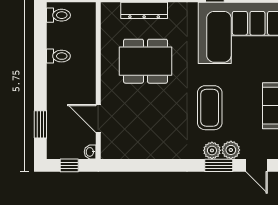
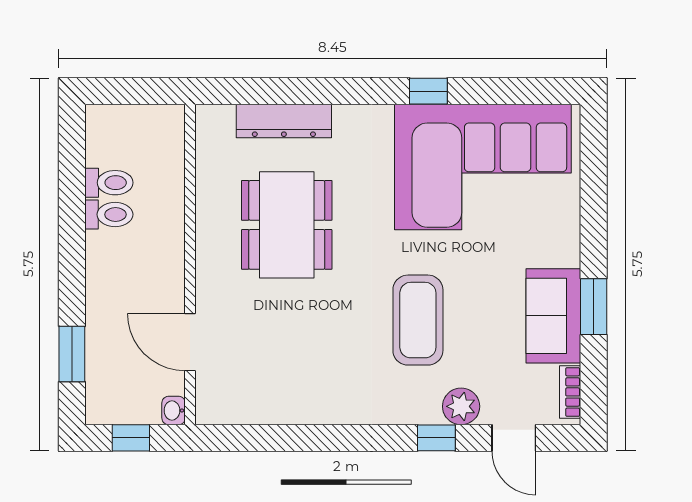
toilet: (58, 15) -> (109, 183), moved
dining table: (146, 61) -> (287, 225), turned 90
plant: (212, 150) -> (423, 407), removed
window: (219, 165) -> (436, 438), width x0.67

